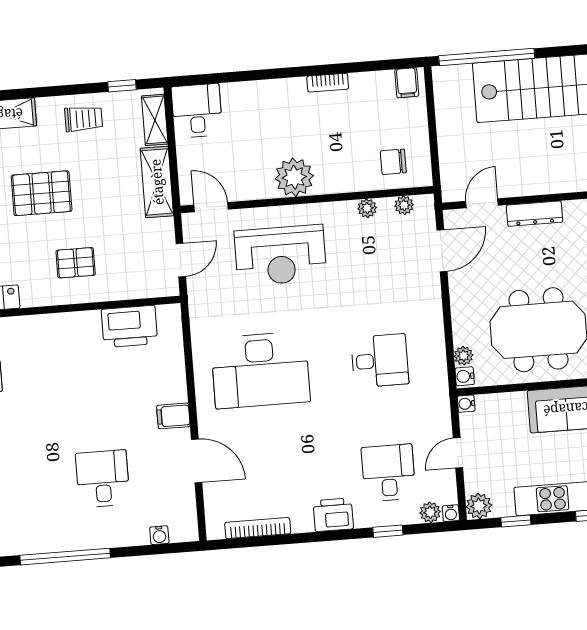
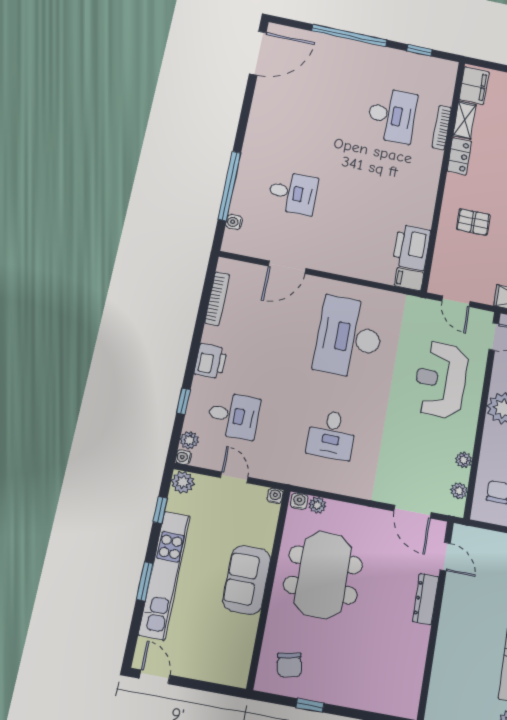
pallet: (76, 263) -> (473, 222), turned 90
filing cabinet: (173, 416) -> (409, 279), moved, turned -90
window: (65, 557) -> (229, 186), moved

